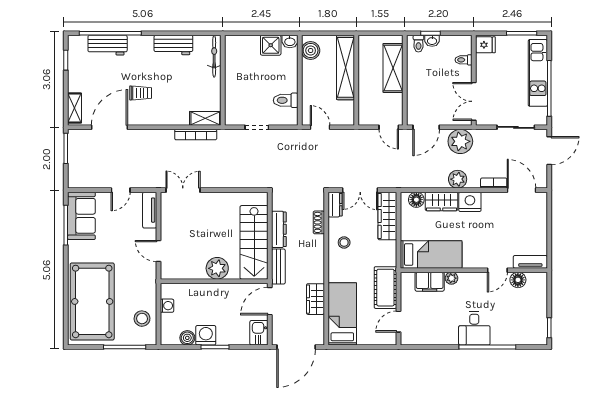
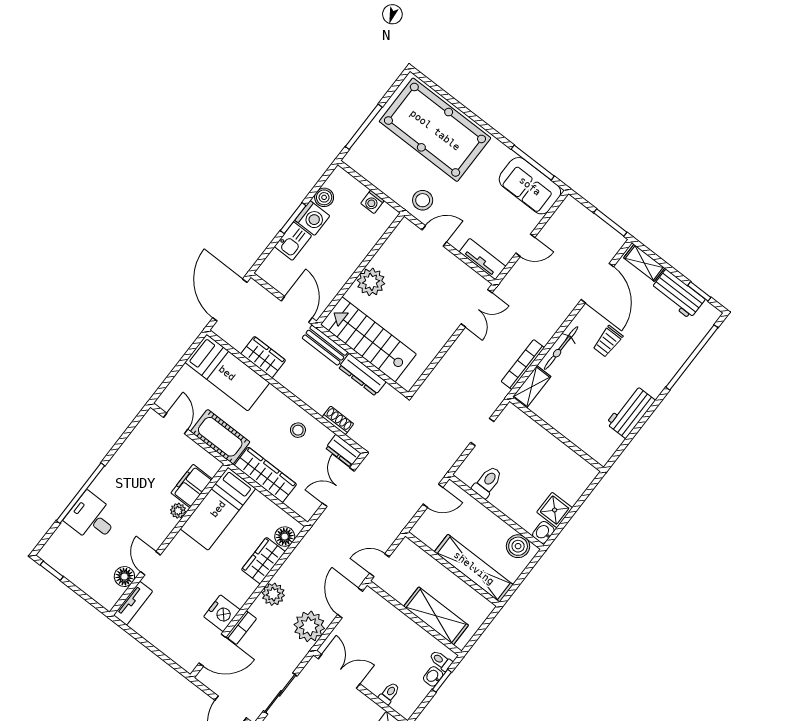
workbench: (108, 45) -> (678, 294), moved, turned -90
bicycle: (214, 56) -> (561, 348), moved, turned 90
door: (121, 190) -> (525, 245), swing flipped
nightstand: (470, 202) -> (222, 613), moved
wardrobe: (387, 216) -> (265, 475), moved
stool: (142, 319) -> (423, 200), moved
desk: (474, 328) -> (92, 518), moved
kitchen sink: (259, 333) -> (293, 241), moved, turned 90

